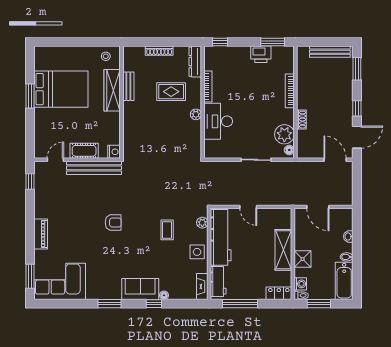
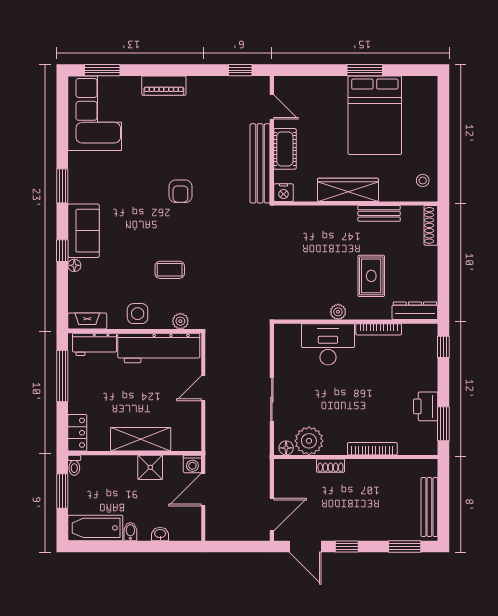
shoe rack: (159, 51) -> (431, 225), moved
wardrobe: (112, 90) -> (348, 190), moved
shower: (303, 259) -> (150, 467), moved
washing machine: (300, 284) -> (192, 464), moved

